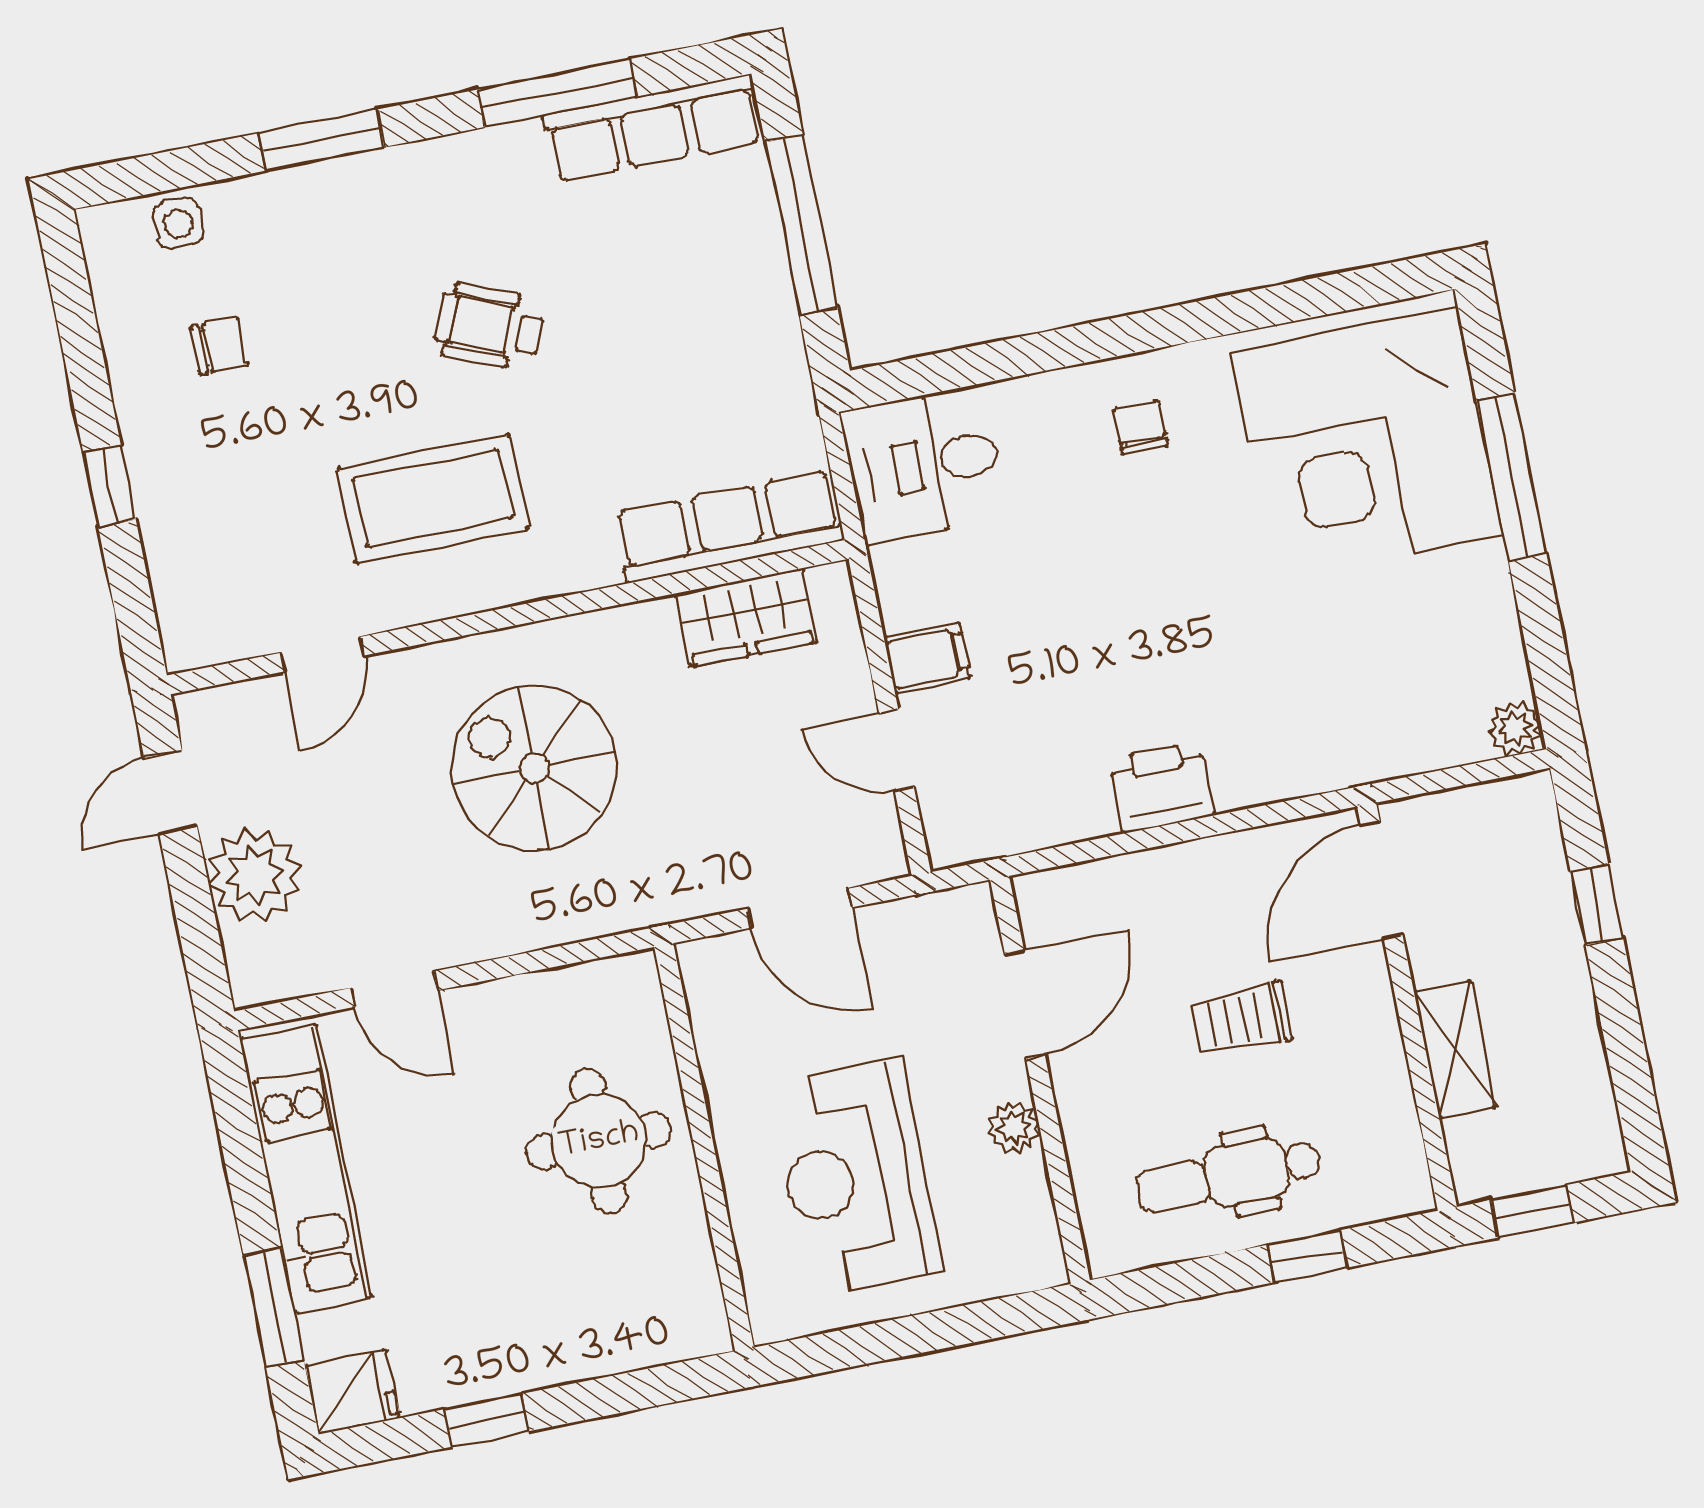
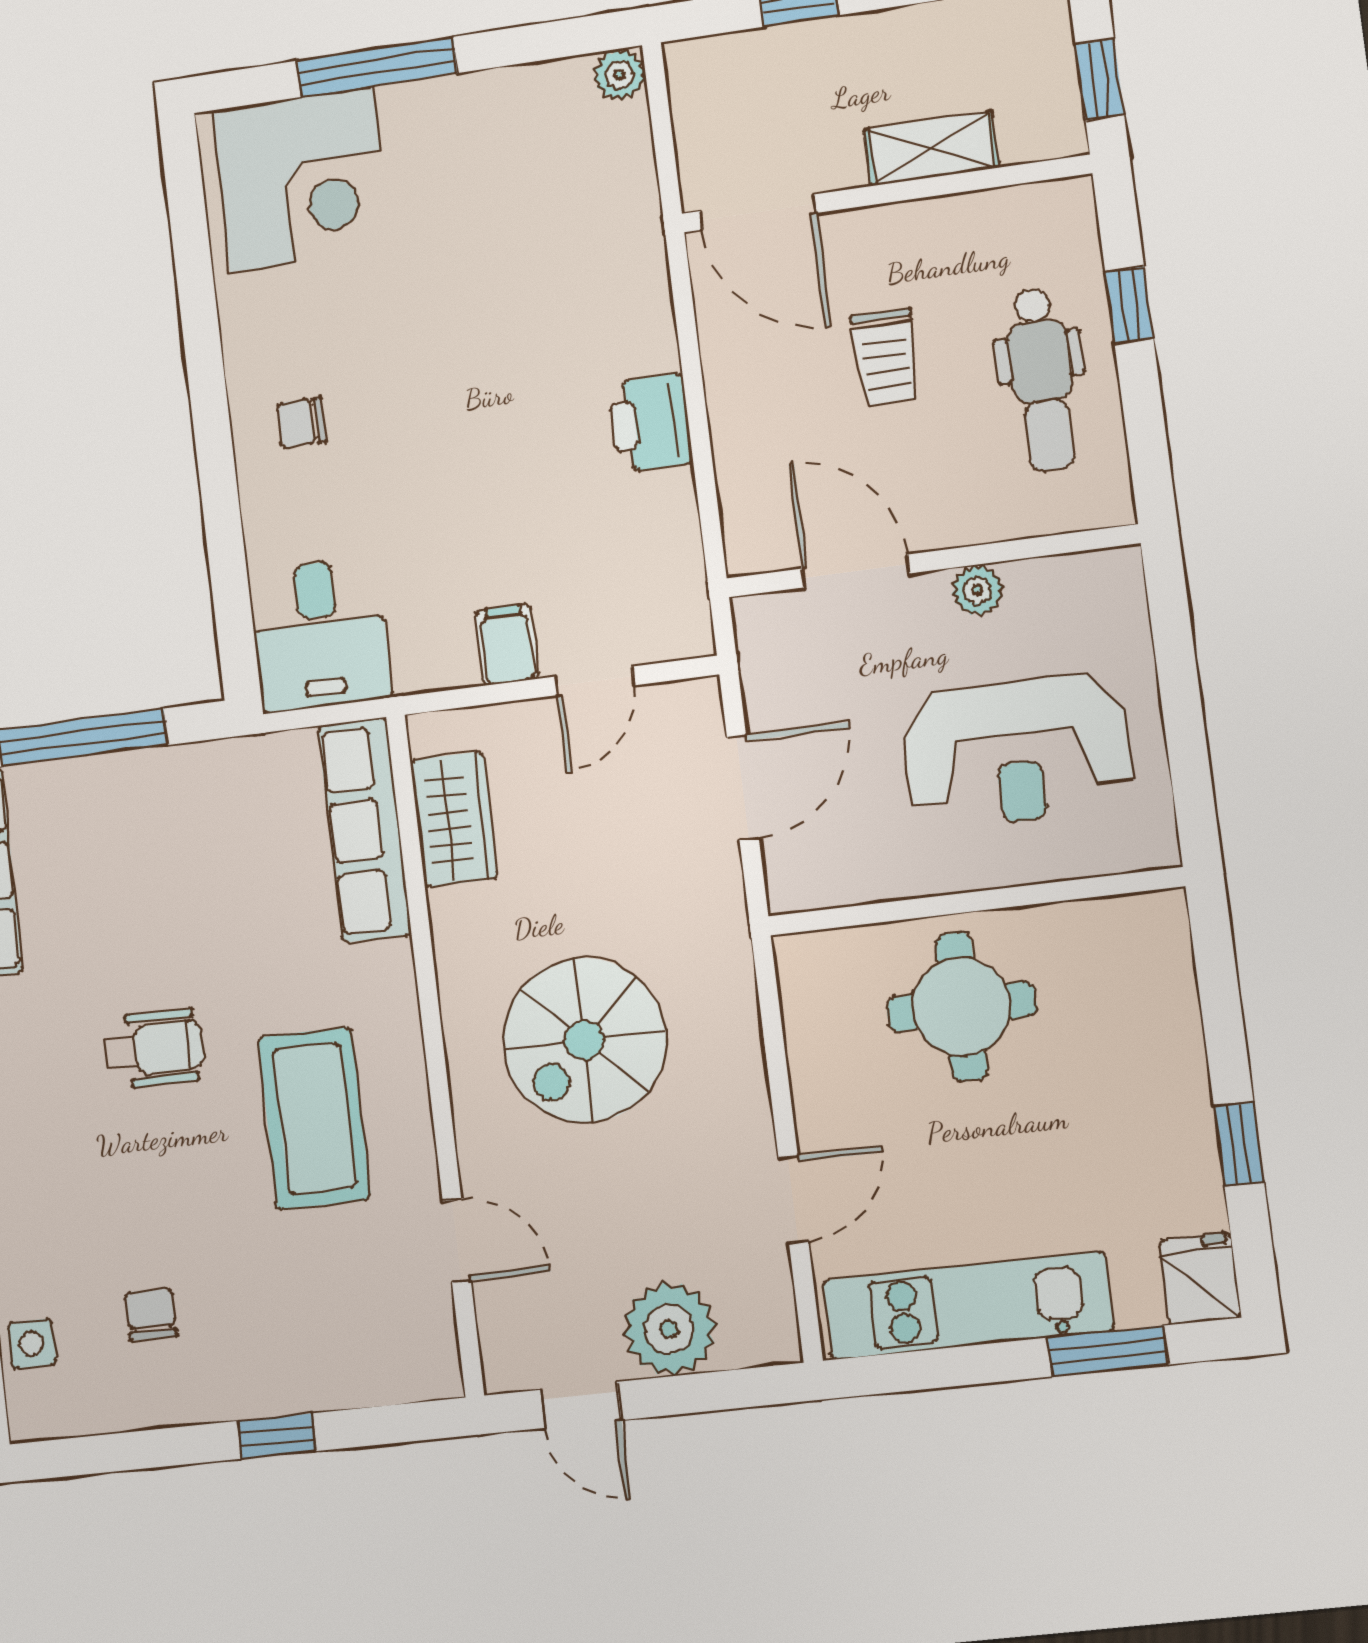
wheelchair: (489, 327) -> (154, 1049), turned -113
corner desk: (1367, 443) -> (301, 179), width x0.74, depth x0.74

